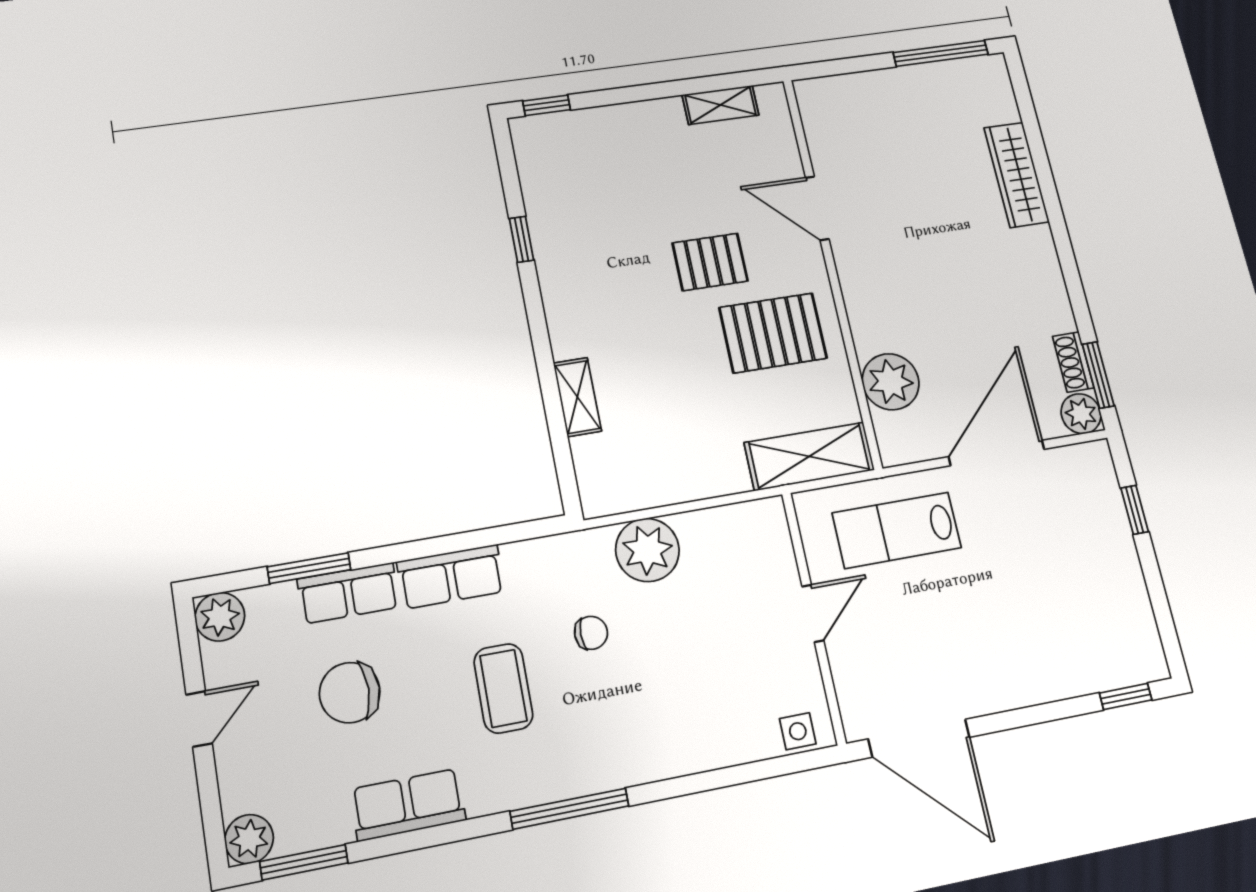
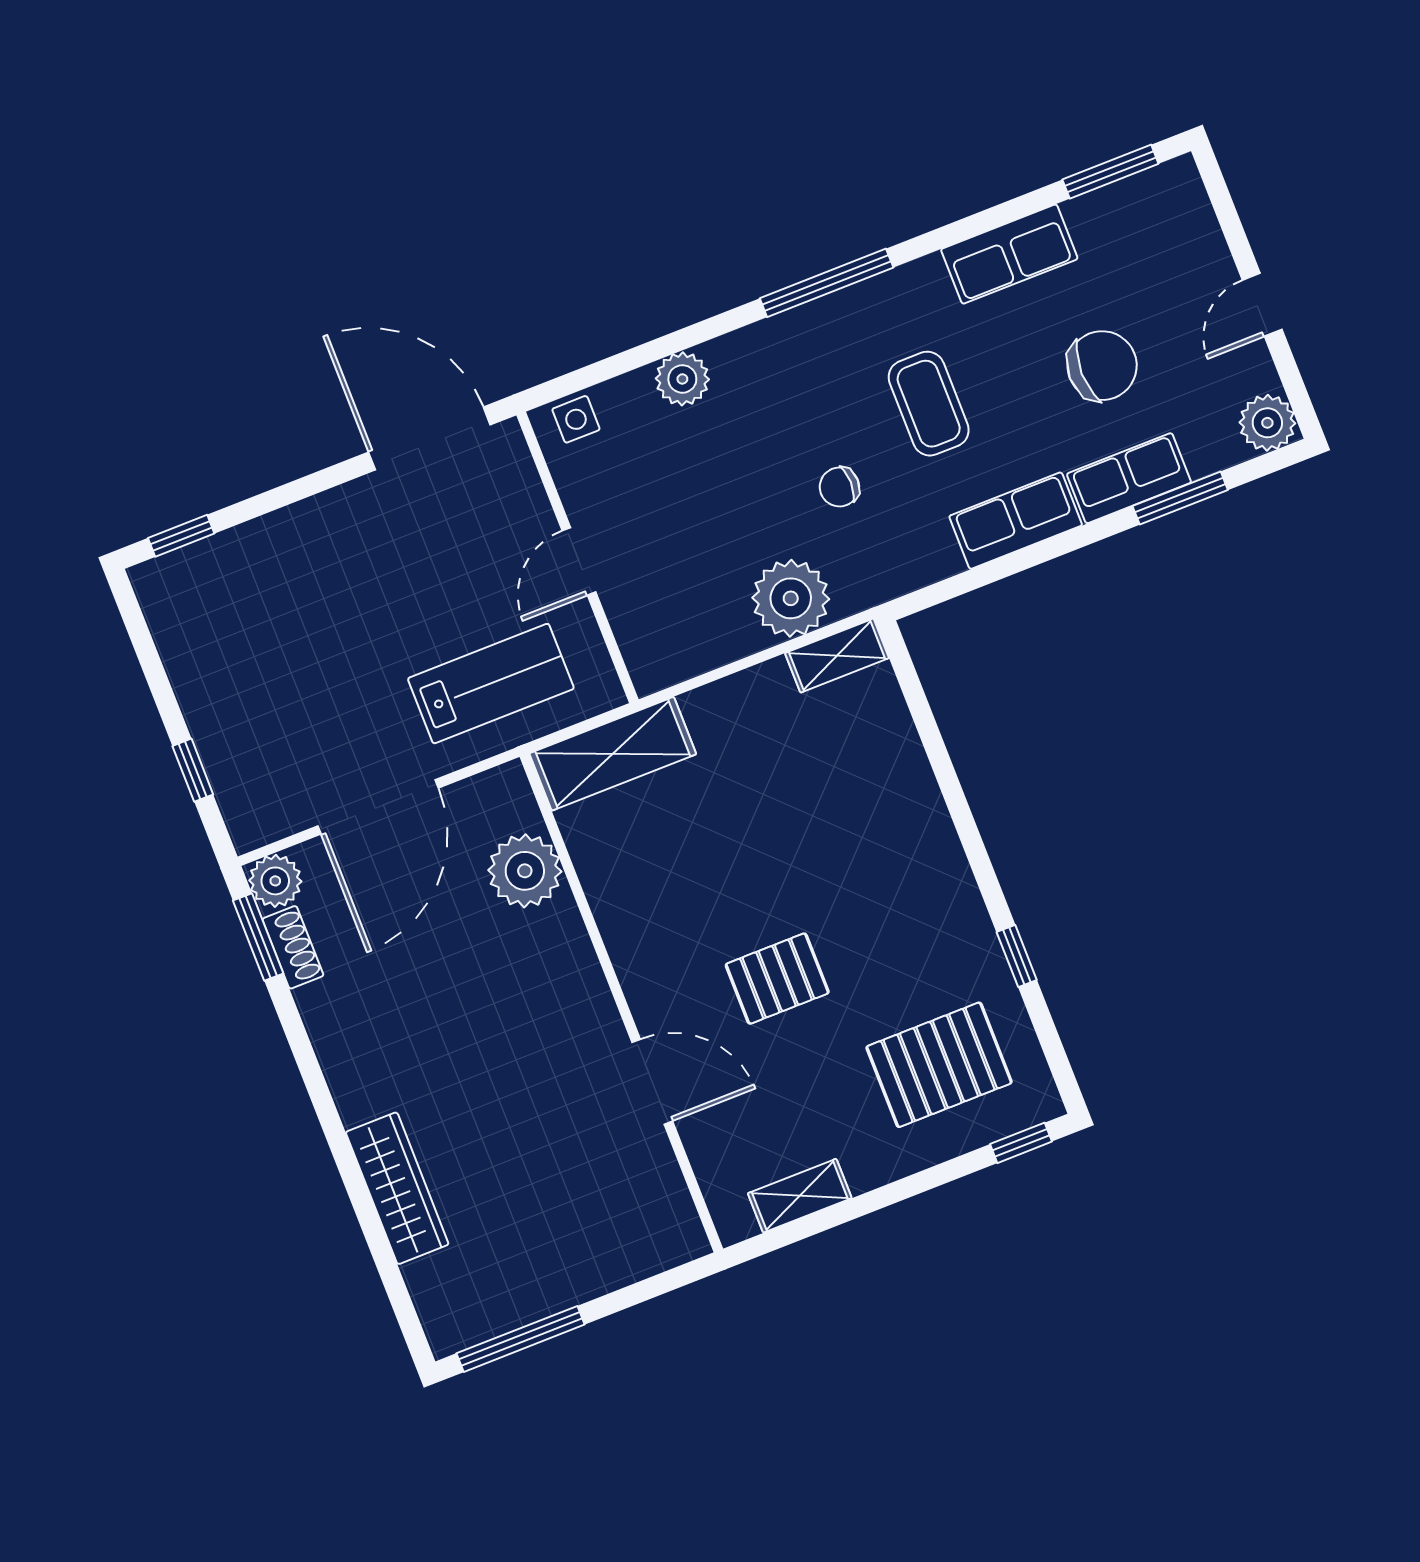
pallet: (773, 333) -> (939, 1065), moved
shelving: (577, 397) -> (837, 656), moved, turned 90
plant: (249, 839) -> (682, 379), moved

